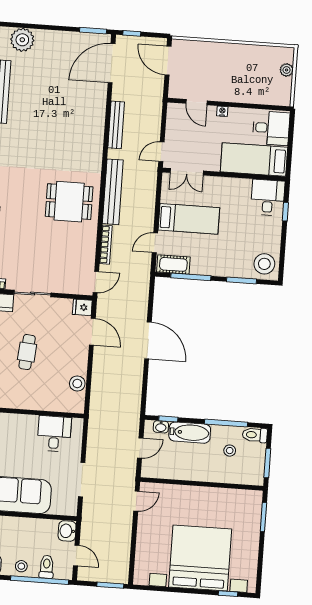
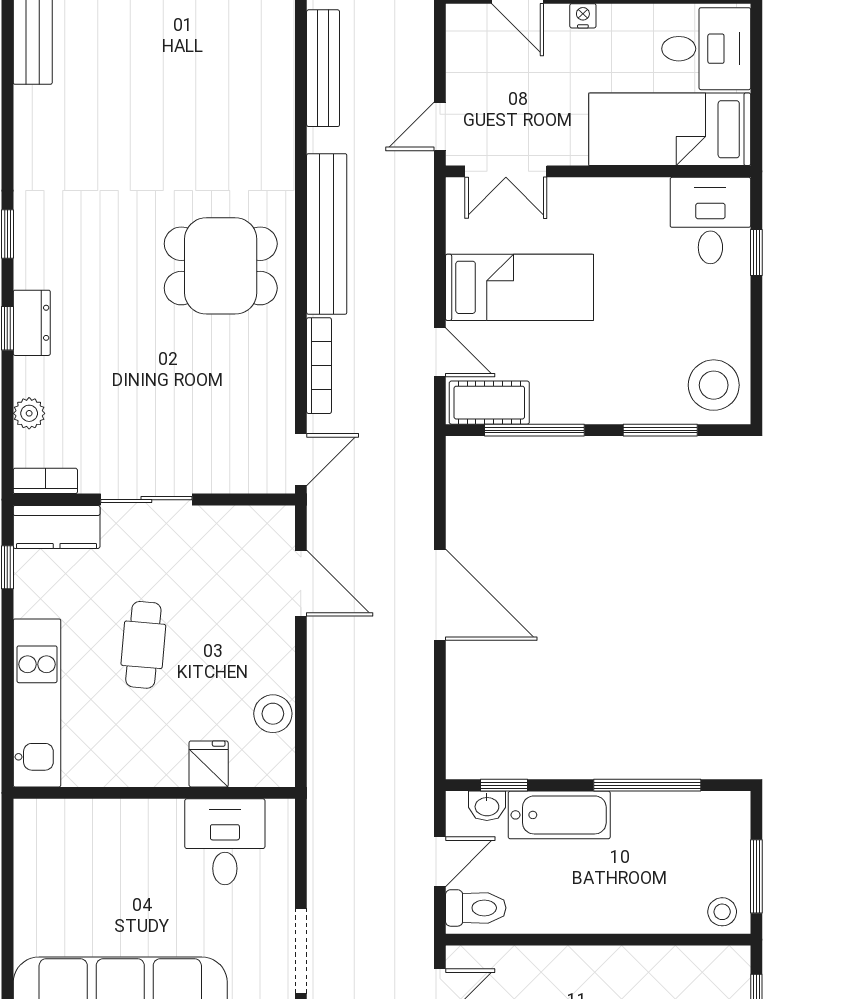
door: (155, 243) -> (440, 352), swing flipped
fridge: (82, 307) -> (209, 764), moved, turned 90
toilet: (255, 435) -> (476, 908), moved, turned 180
stool: (230, 451) -> (722, 912), moved

